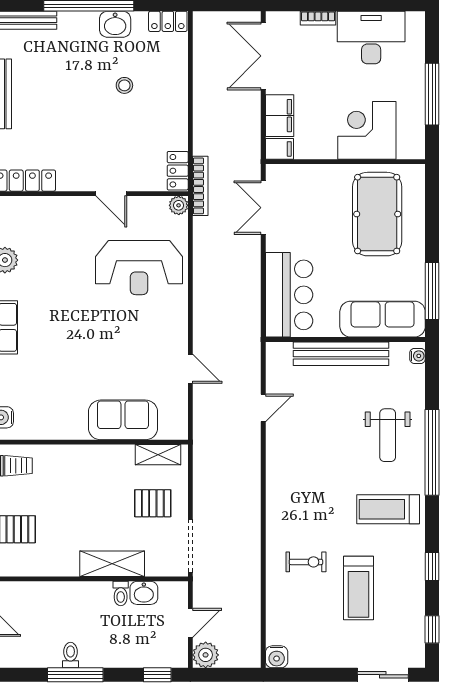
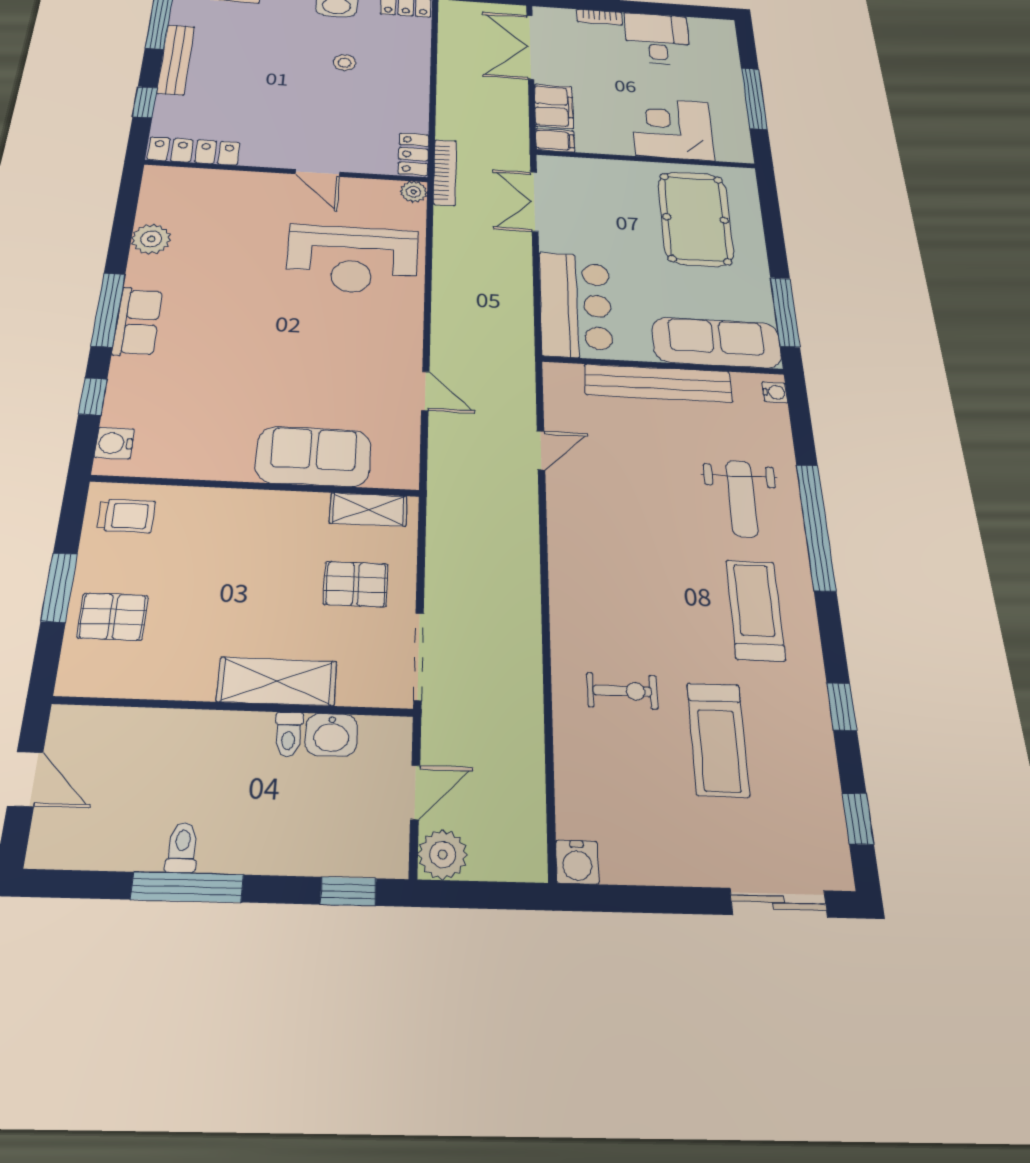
desk: (371, 38) -> (657, 39), width x0.73
treadmill: (388, 509) -> (755, 610), turned 90

